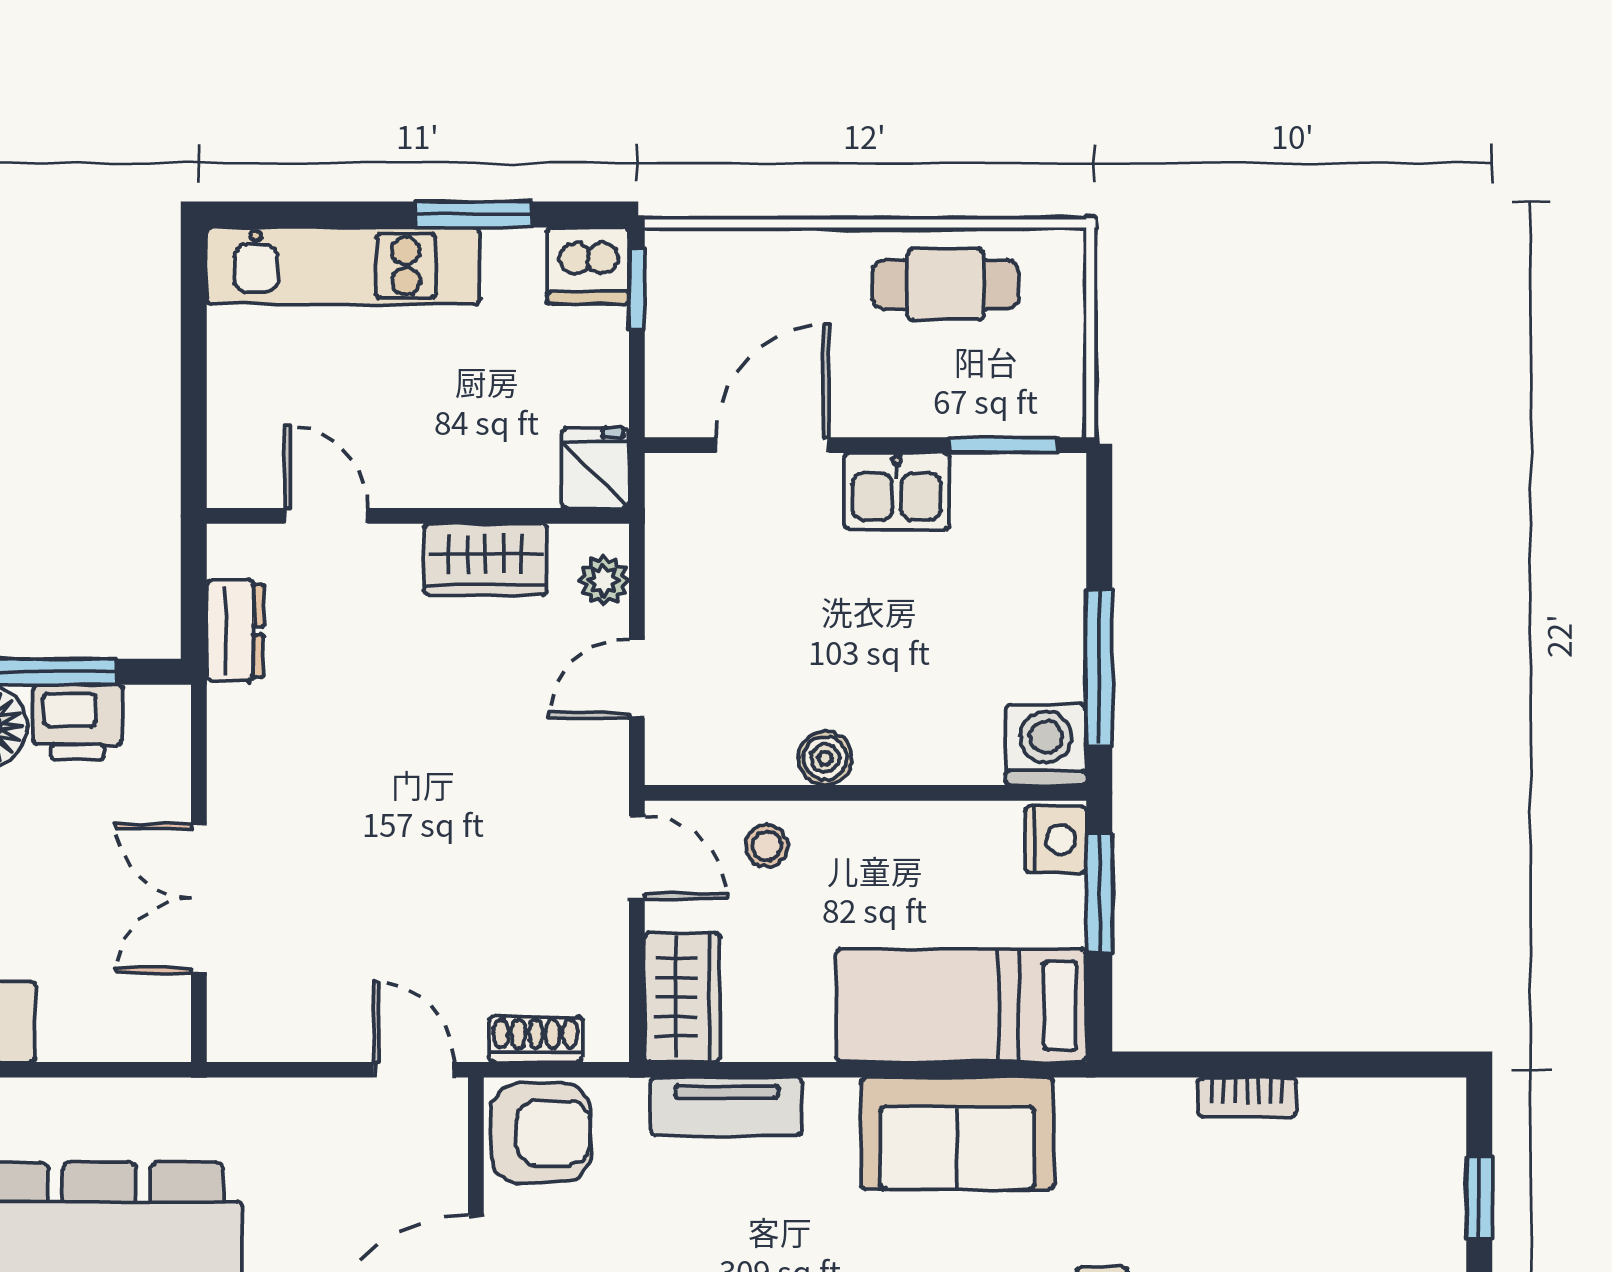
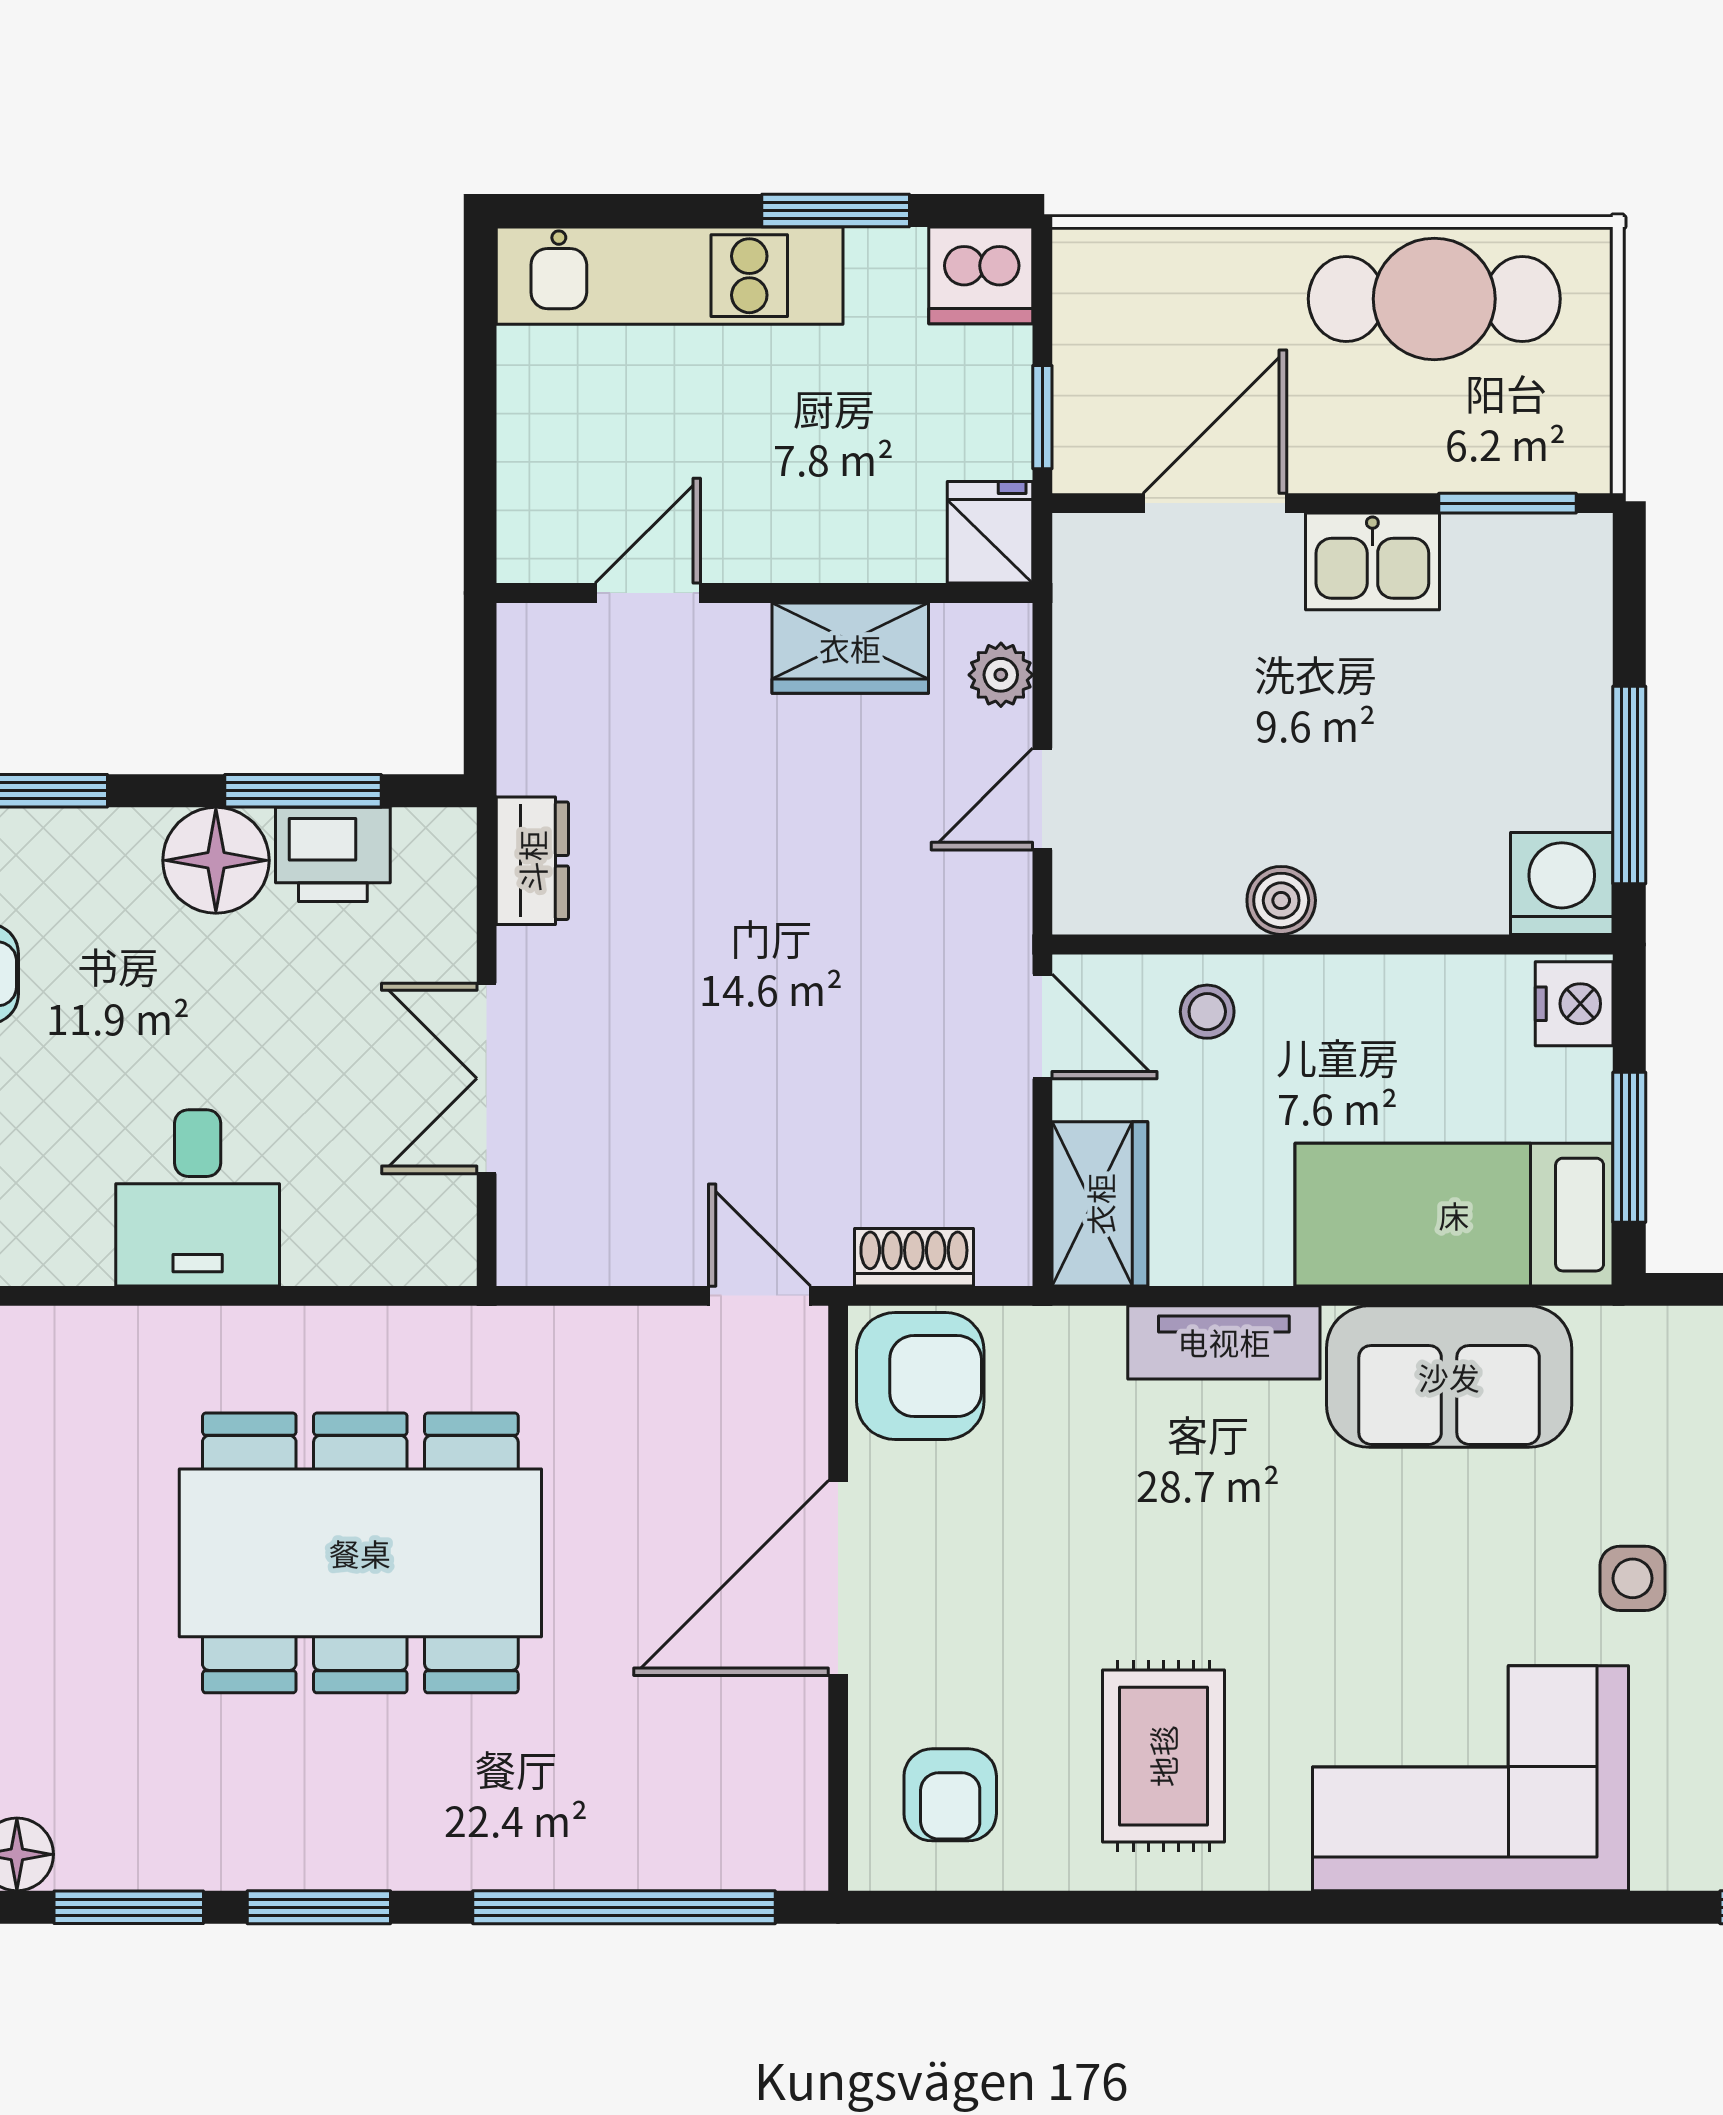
cafe table: (946, 284) -> (1434, 299), width x1.37, depth x1.35
window: (637, 289) -> (1042, 417), moved
door: (326, 516) -> (648, 593), hinge flipped
dresser: (235, 631) -> (532, 861), moved
window: (1099, 893) -> (1629, 1147), moved
tv unit: (726, 1106) -> (1224, 1342), moved

